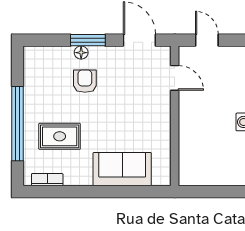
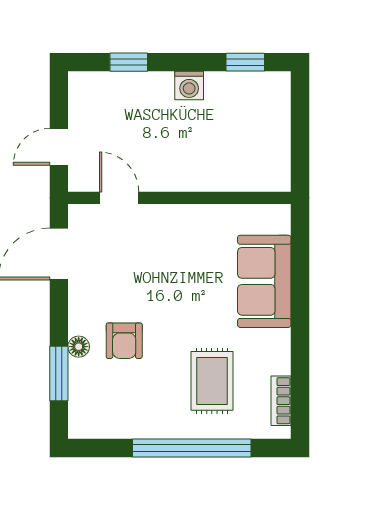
window: (88, 40) -> (59, 373), moved
door: (175, 78) -> (119, 198), hinge flipped
armchair: (85, 81) -> (124, 341), turned -90

